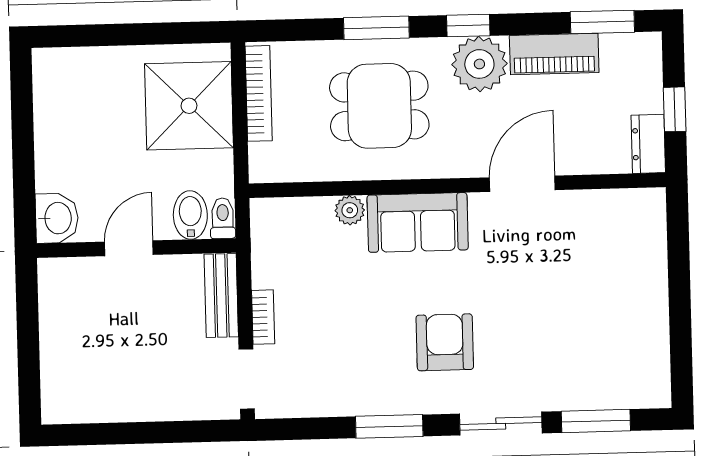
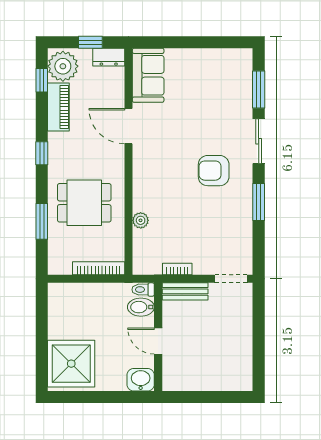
window: (602, 22) -> (42, 80), width x0.67
window: (376, 28) -> (42, 221), moved
plant: (479, 64) -> (63, 66), moved
bookcase: (259, 93) -> (99, 268), moved
shower: (189, 106) -> (71, 364), moved
dining table: (379, 106) -> (84, 203), turned 90
sofa: (418, 222) -> (148, 75), moved
bookcase: (263, 317) -> (177, 269), moved

